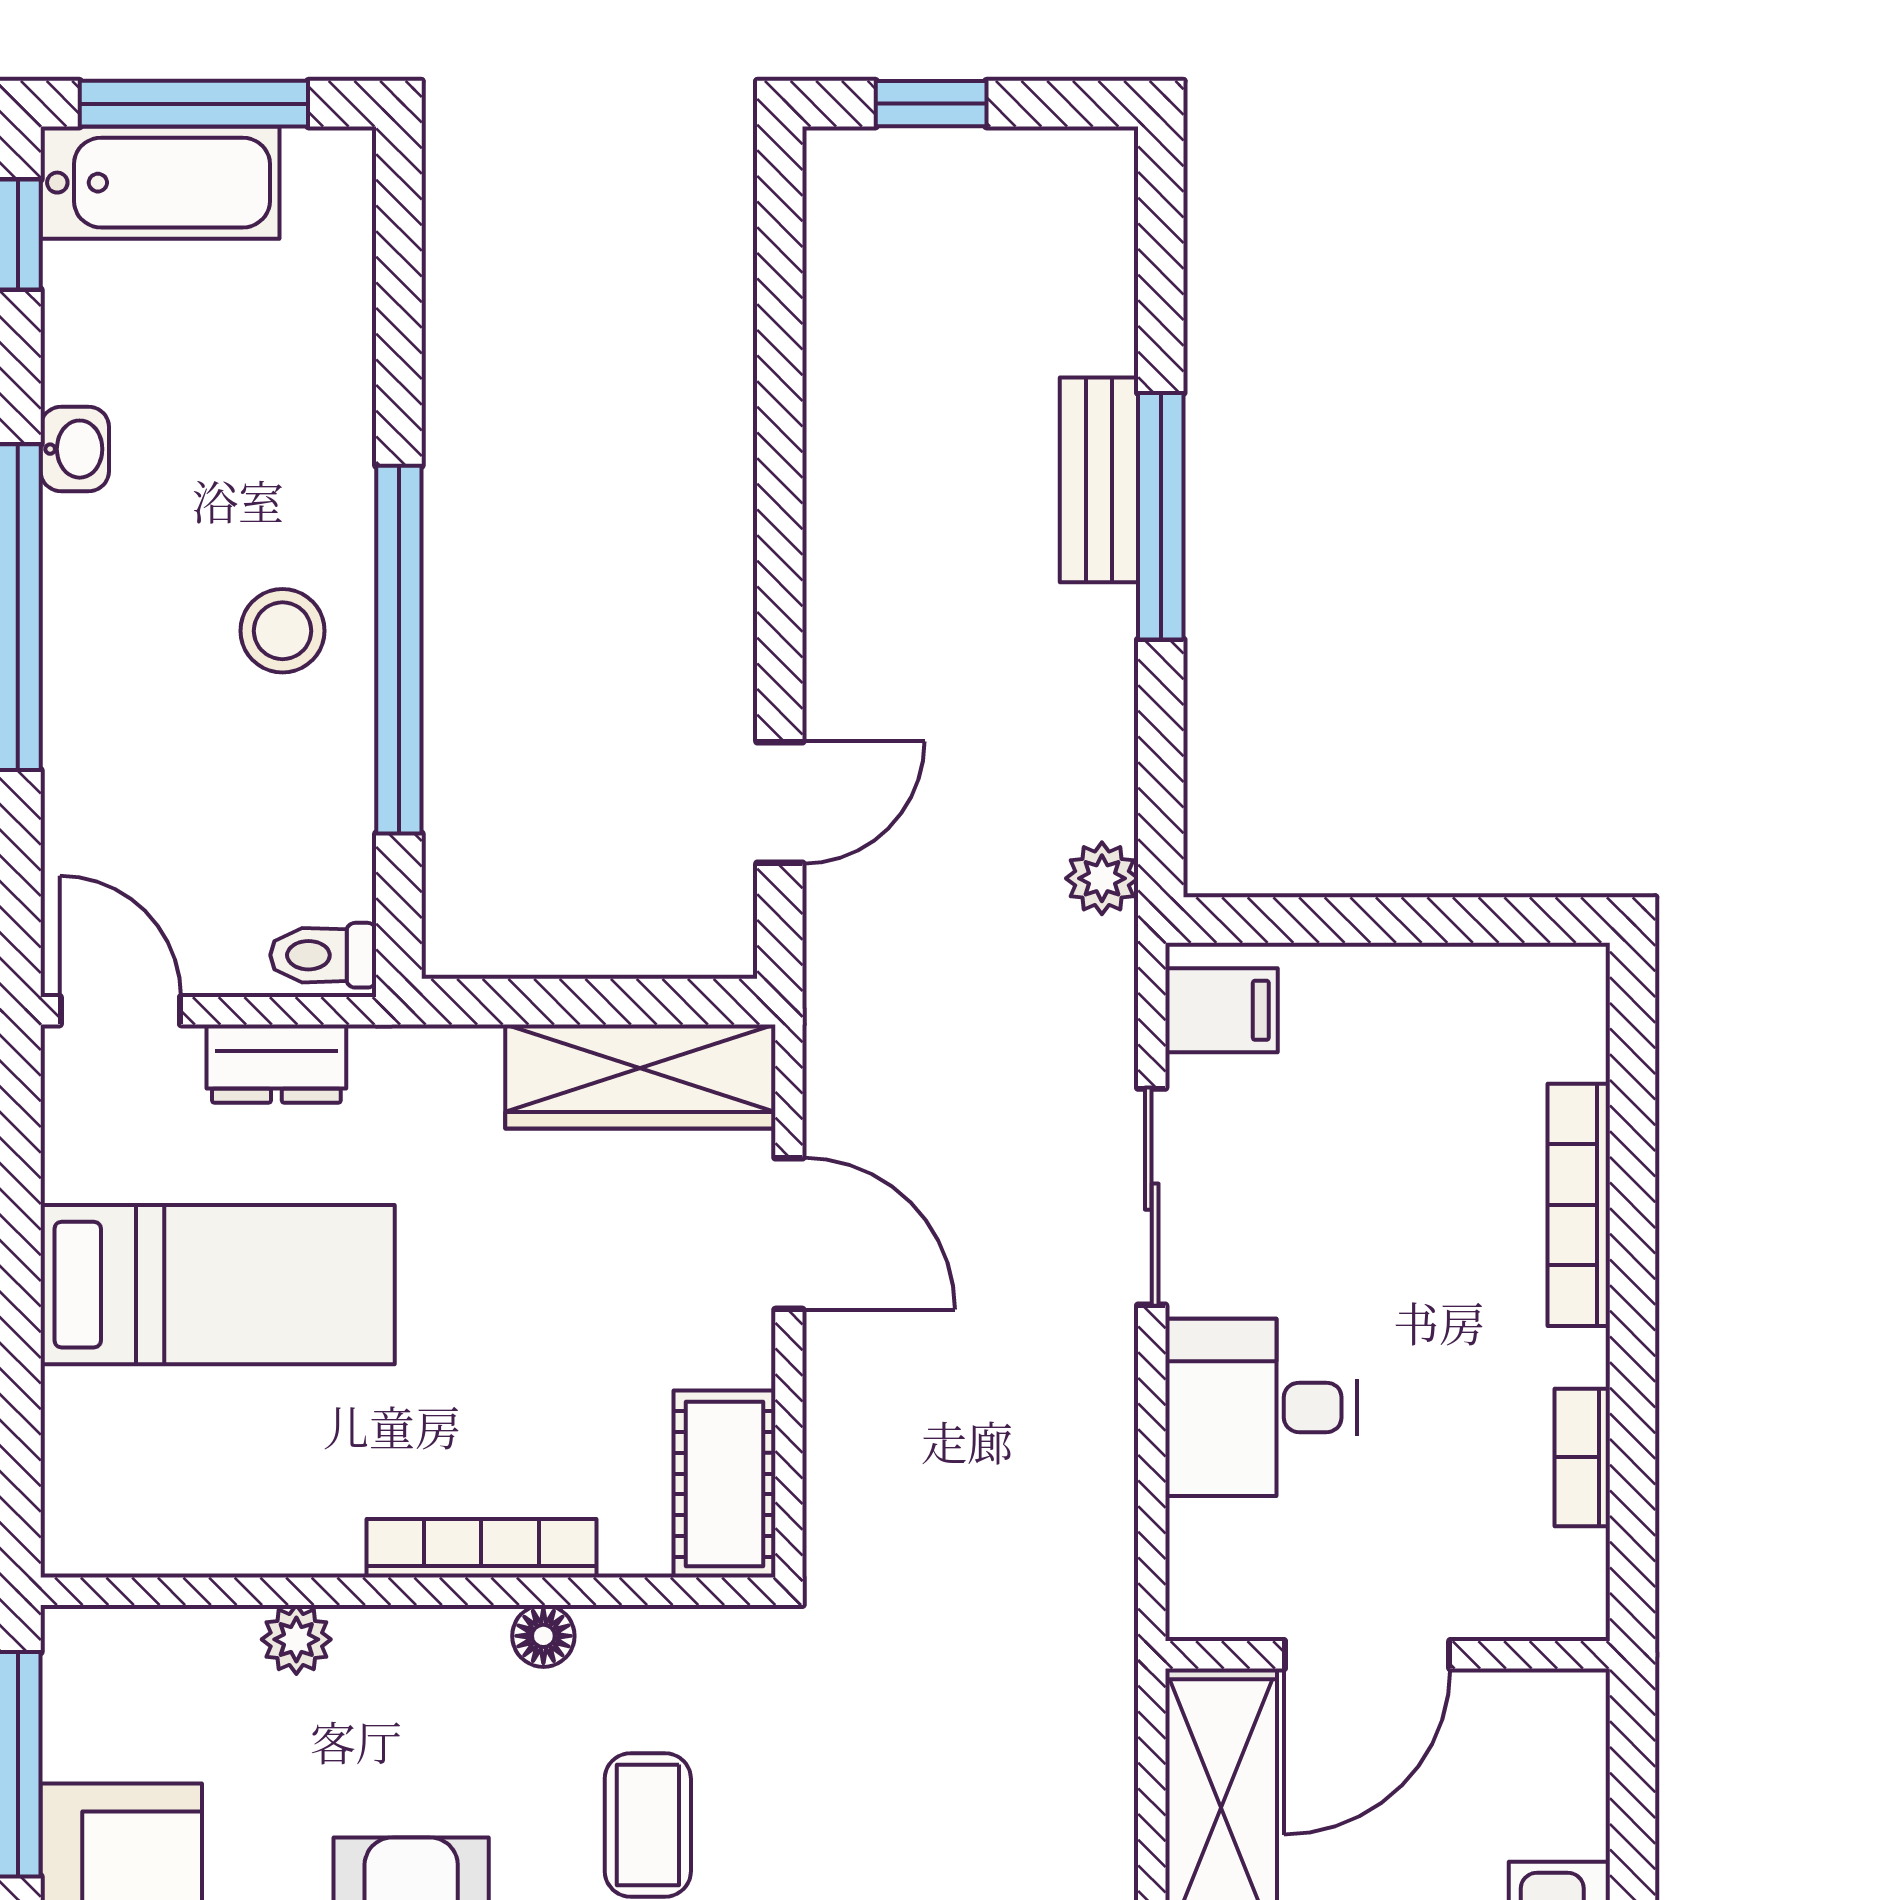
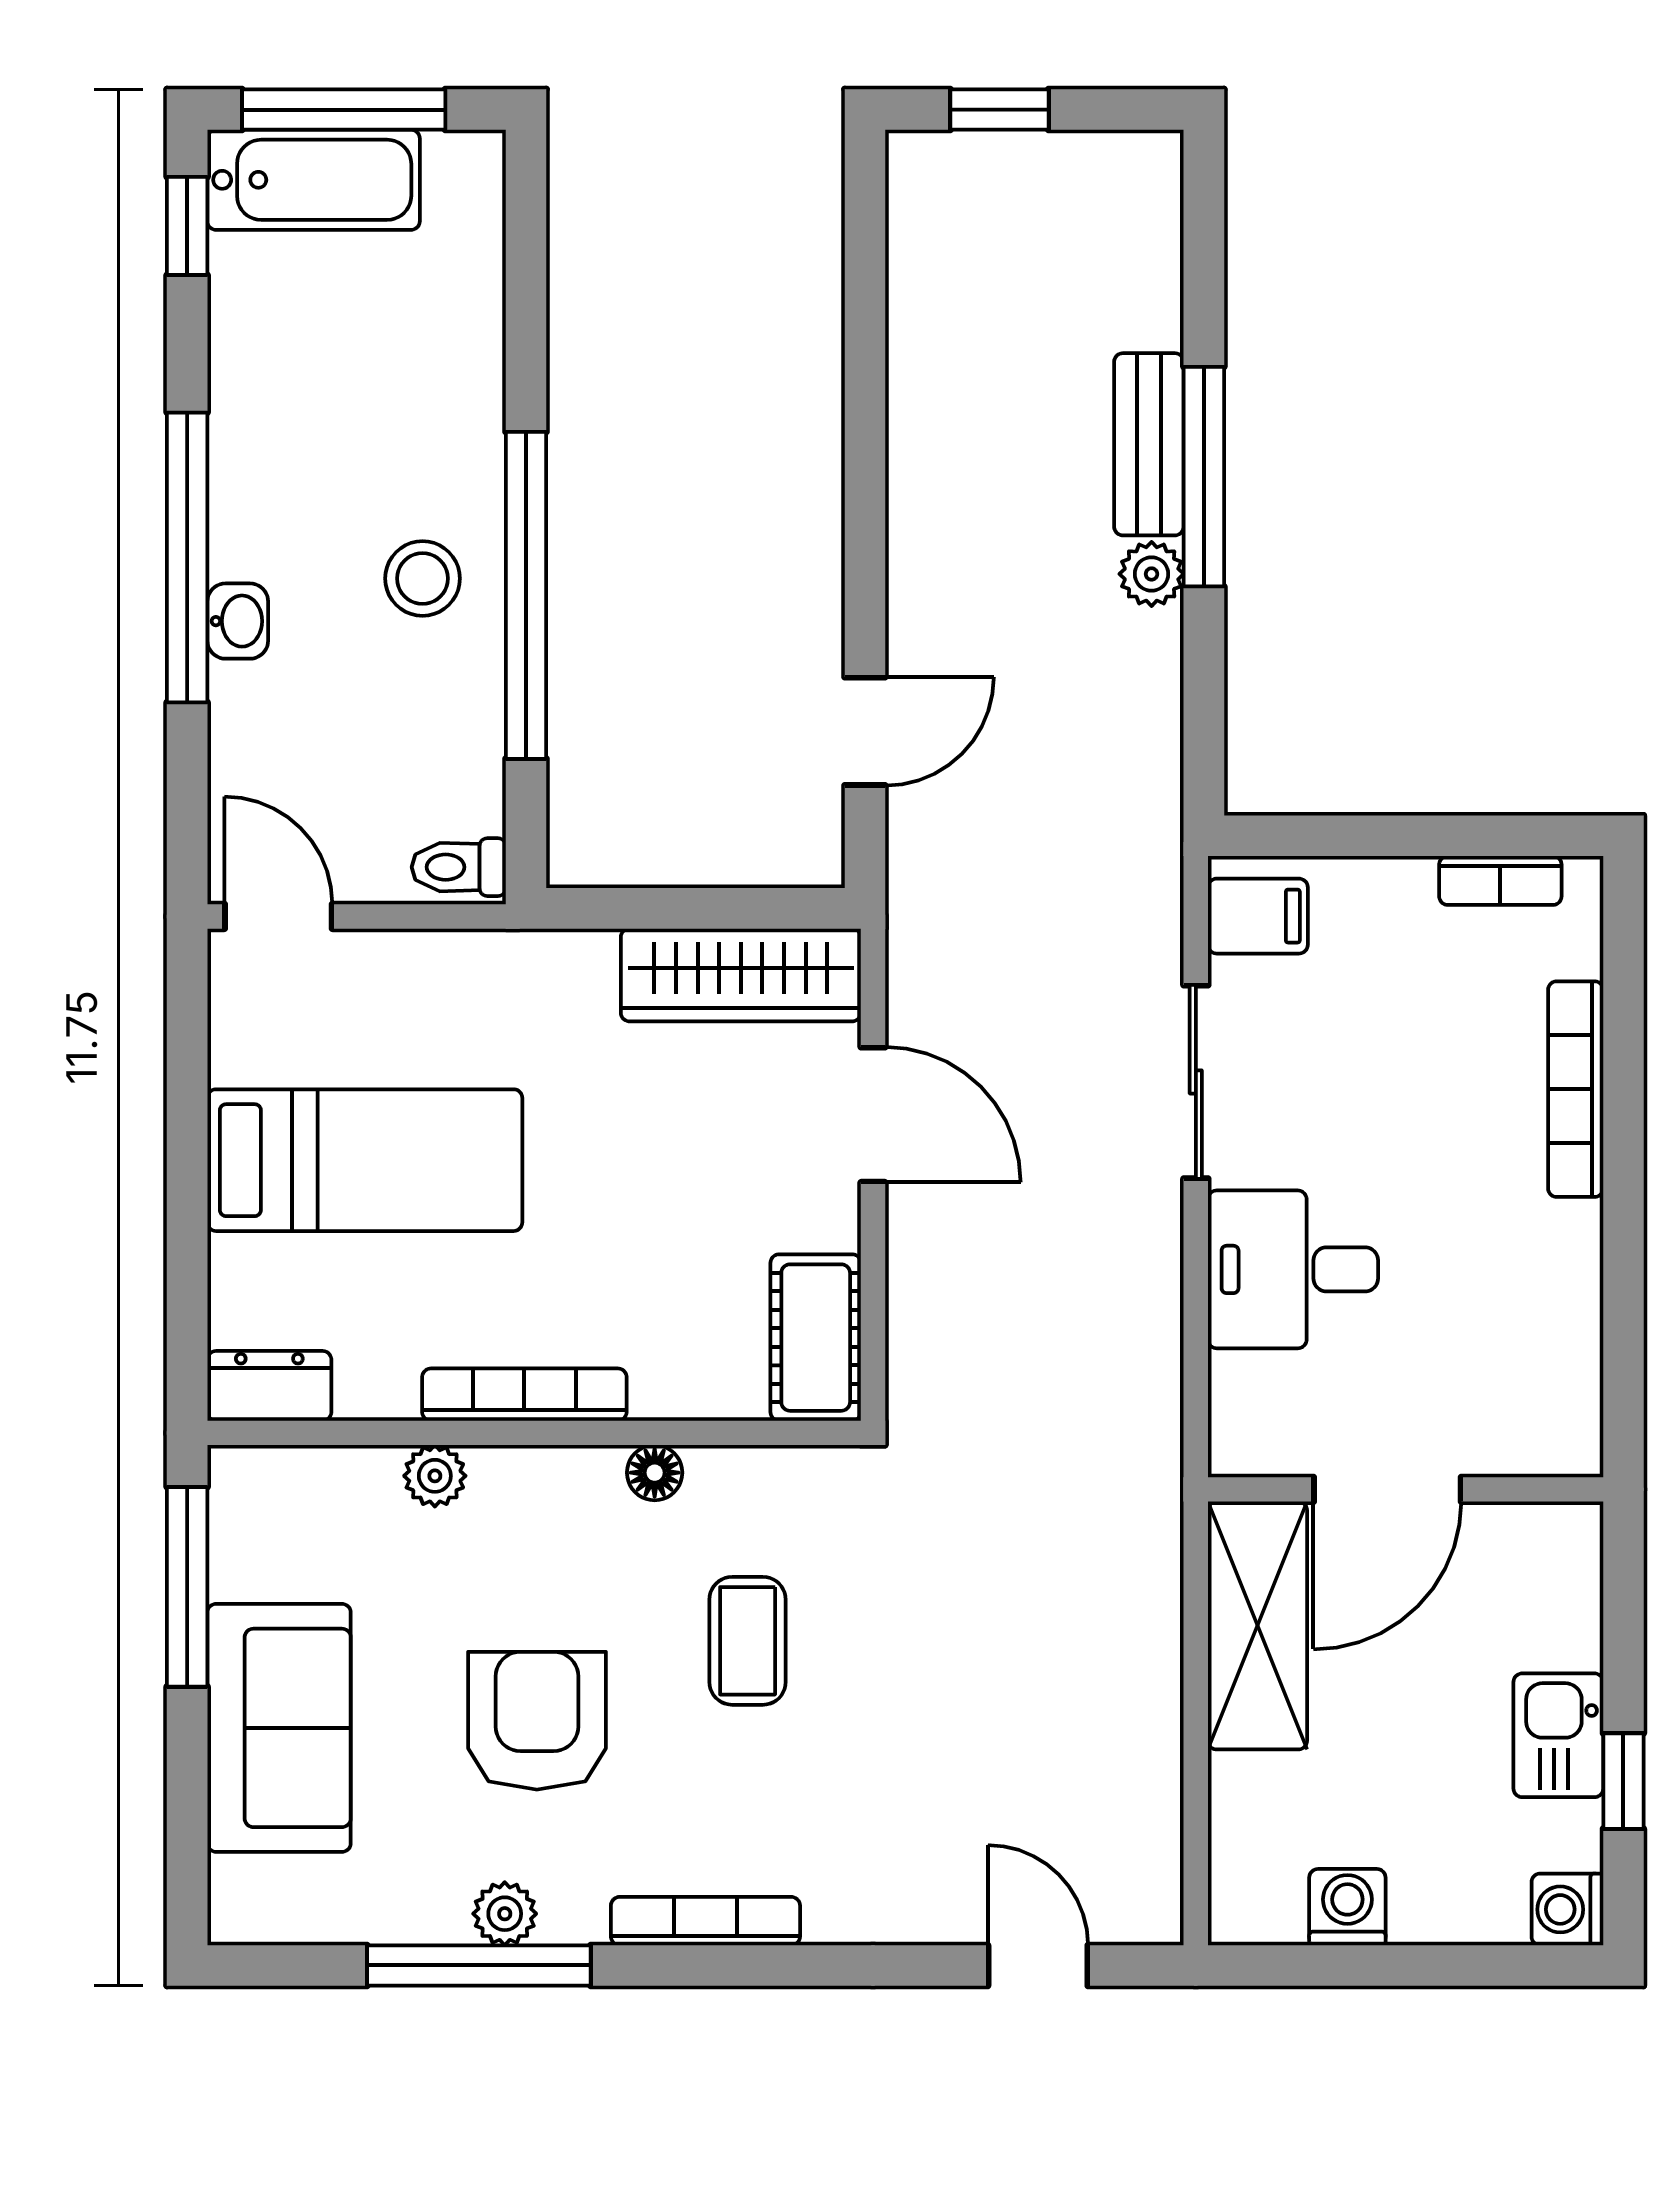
washbasin: (75, 449) -> (238, 621), moved
plant: (1102, 878) -> (1152, 574), moved
dresser: (276, 1064) -> (269, 1386), moved, turned 180
bookcase: (1582, 1457) -> (1500, 880), moved, turned -90
bookcase: (481, 1548) -> (524, 1395), moved

